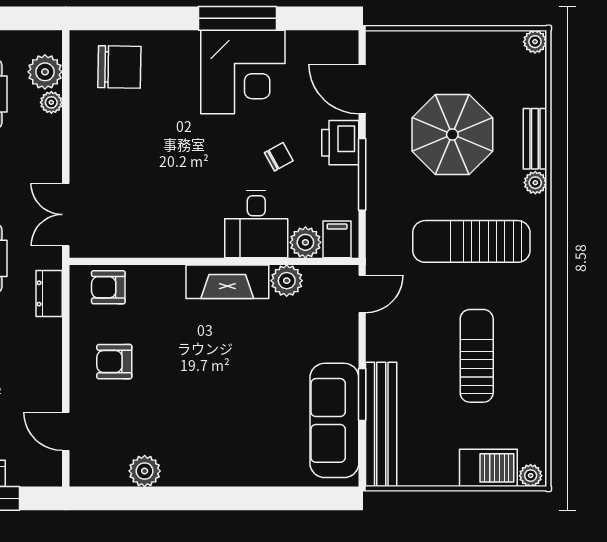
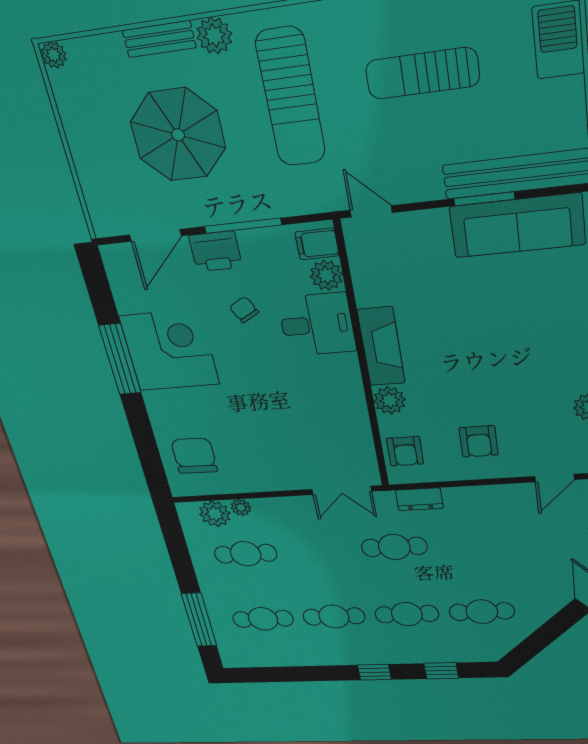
plant: (535, 183) -> (214, 36), width x1.38, depth x1.38
plant: (287, 281) -> (390, 400), moved

